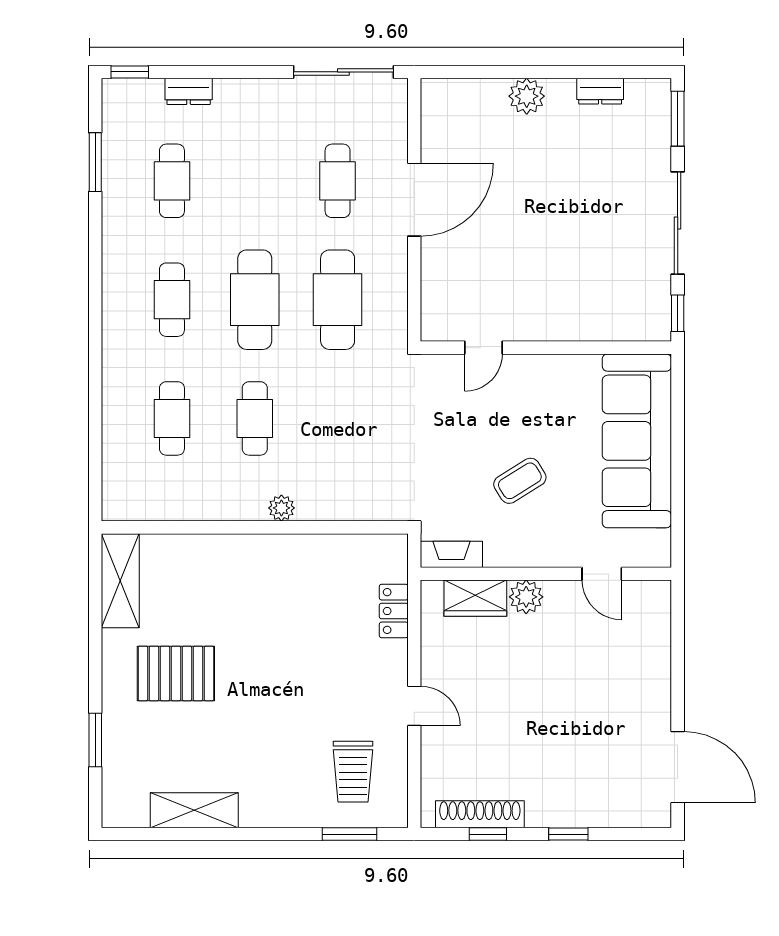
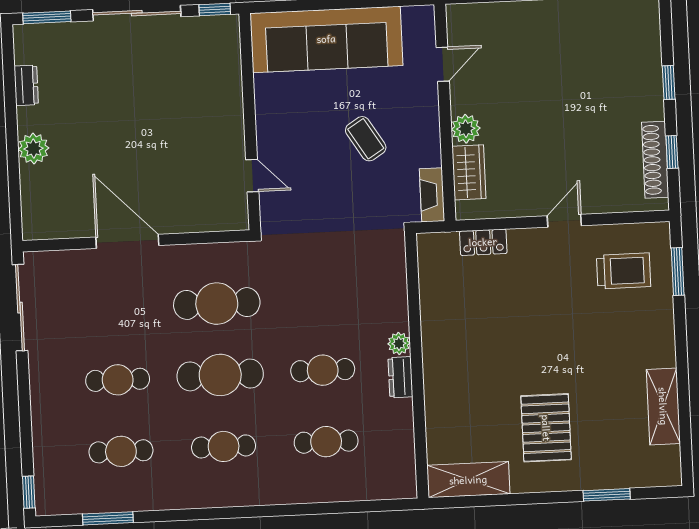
dresser: (189, 91) -> (400, 377), moved, turned 180
cafe table: (338, 181) -> (118, 380), moved

